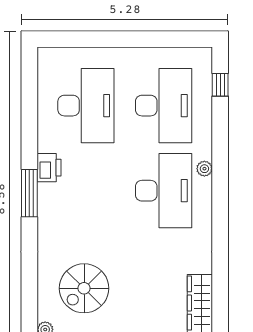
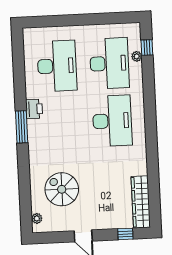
plant: (204, 169) -> (137, 56), moved
spiral stairs: (84, 288) -> (62, 189), turned 90

